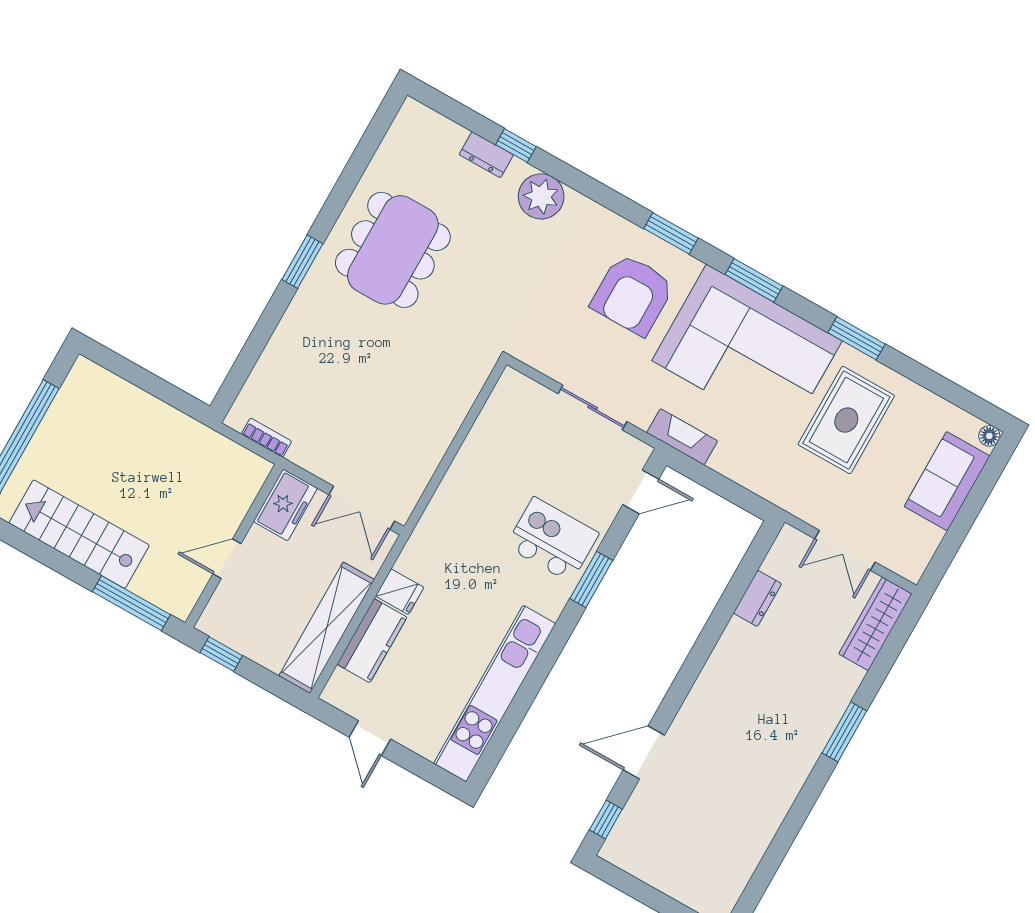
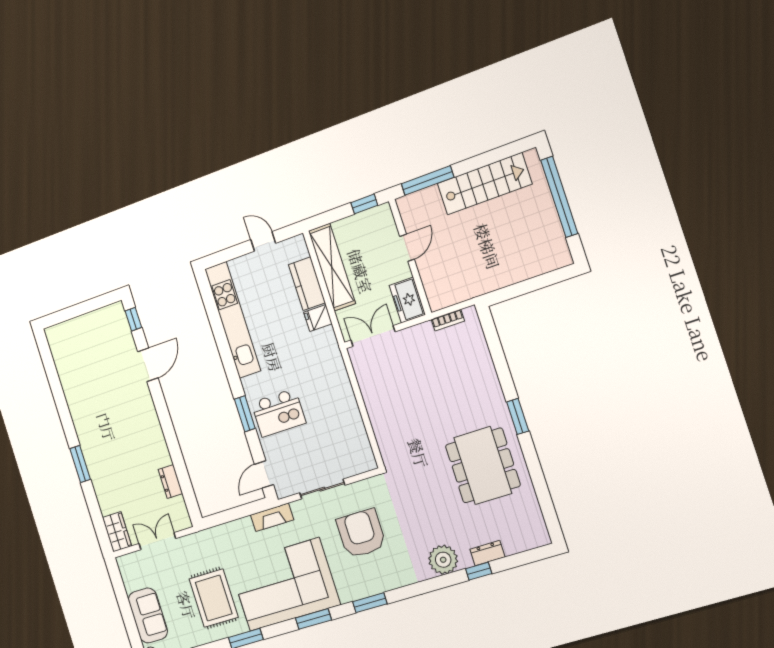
armchair: (633, 295) -> (361, 533), moved
wardrobe: (875, 624) -> (117, 532), width x0.67

